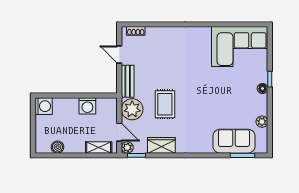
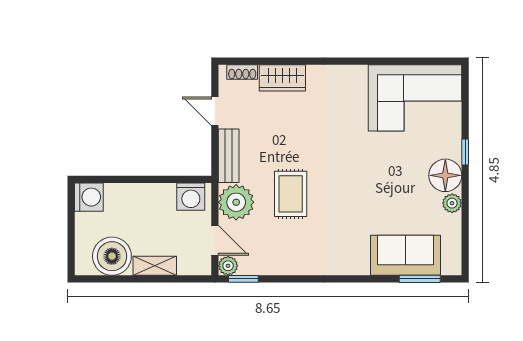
floor lamp: (263, 88) -> (445, 175), width x1.89, depth x1.89
washing machine: (87, 106) -> (191, 197), moved
plant: (262, 122) -> (452, 203), moved
wardrobe: (161, 145) -> (282, 78), moved, turned 180
boiler: (57, 147) -> (112, 256), width x1.86, depth x1.86
shelving: (99, 147) -> (155, 266), moved

